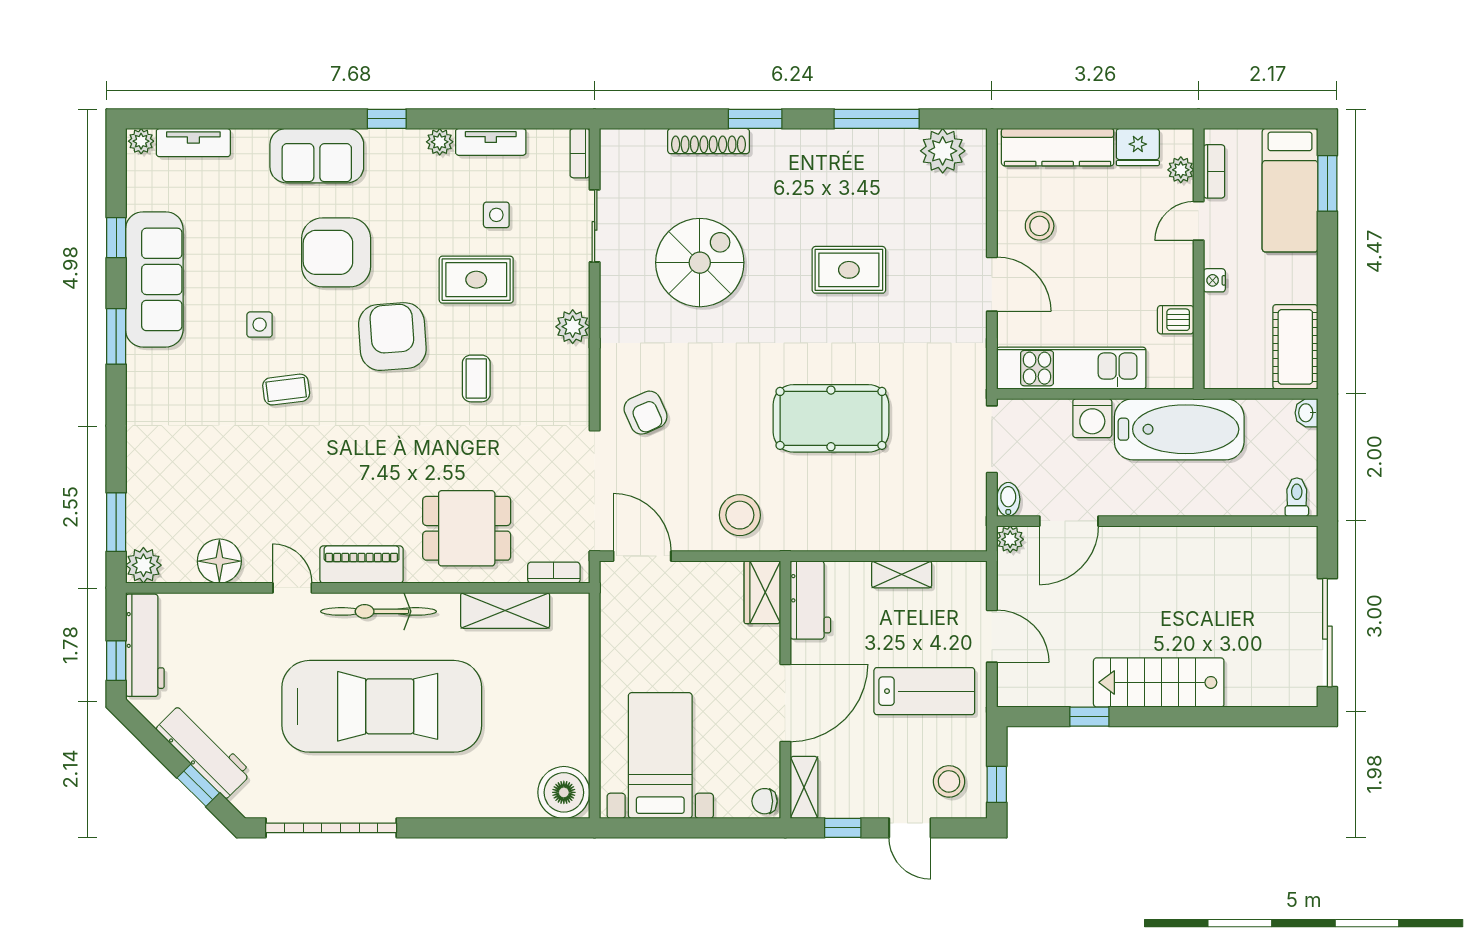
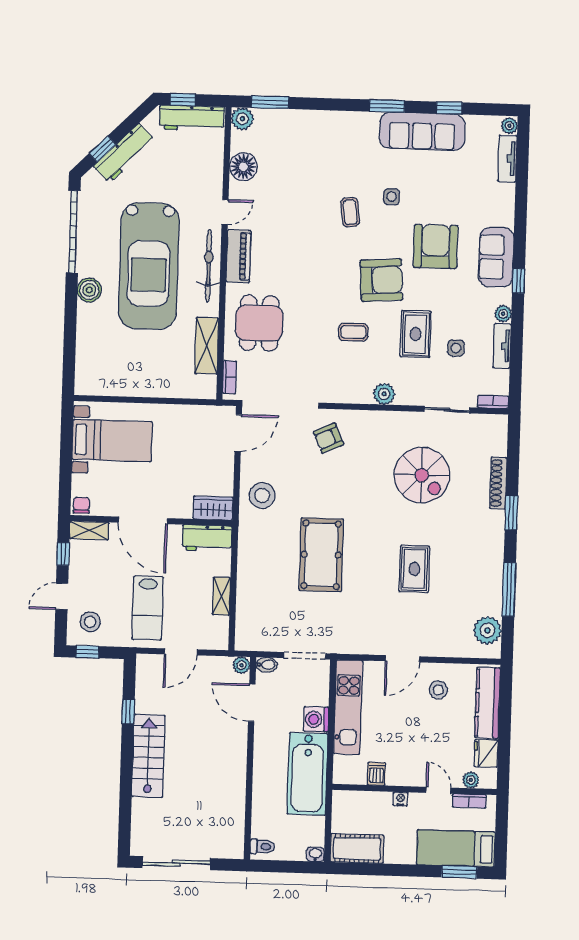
sofa: (317, 156) -> (496, 257), moved
boiler: (564, 792) -> (89, 290), moved, width x0.73, depth x0.73

